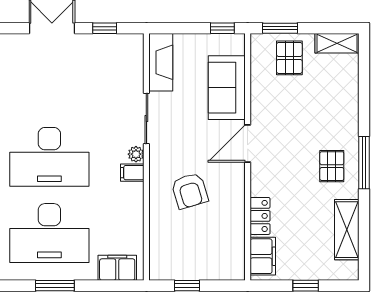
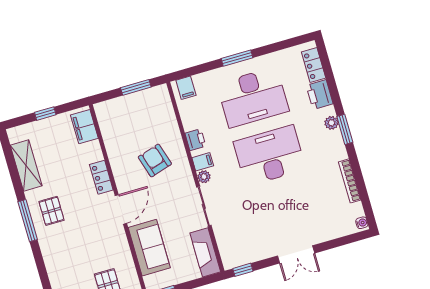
window: (105, 28) -> (243, 270), moved
printer: (133, 202) -> (195, 140), added
locker: (260, 216) -> (101, 177), moved
desk: (49, 233) -> (253, 97), turned 180
filing cabinet: (117, 268) -> (186, 88), width x0.50
window: (187, 286) -> (136, 87), width x1.50

